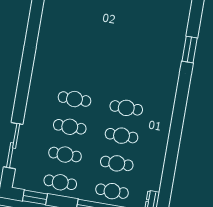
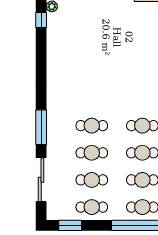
window: (22, 92) -> (41, 127), added

